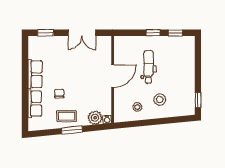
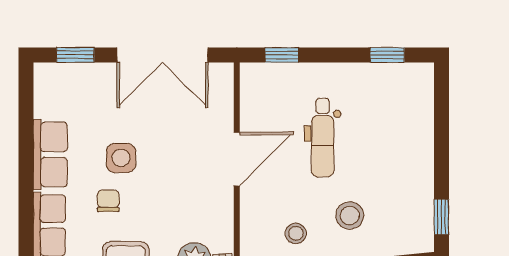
double door: (82, 33) -> (162, 55), width x1.37
window: (153, 33) -> (282, 55), moved
dental chair: (148, 67) -> (323, 137), turned 180
side table: (65, 76) -> (121, 158), added

